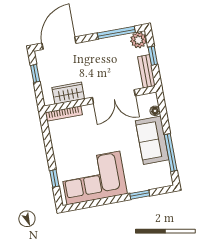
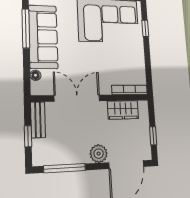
plant: (139, 40) -> (99, 154), moved
sofa: (152, 140) -> (43, 37), width x1.36

